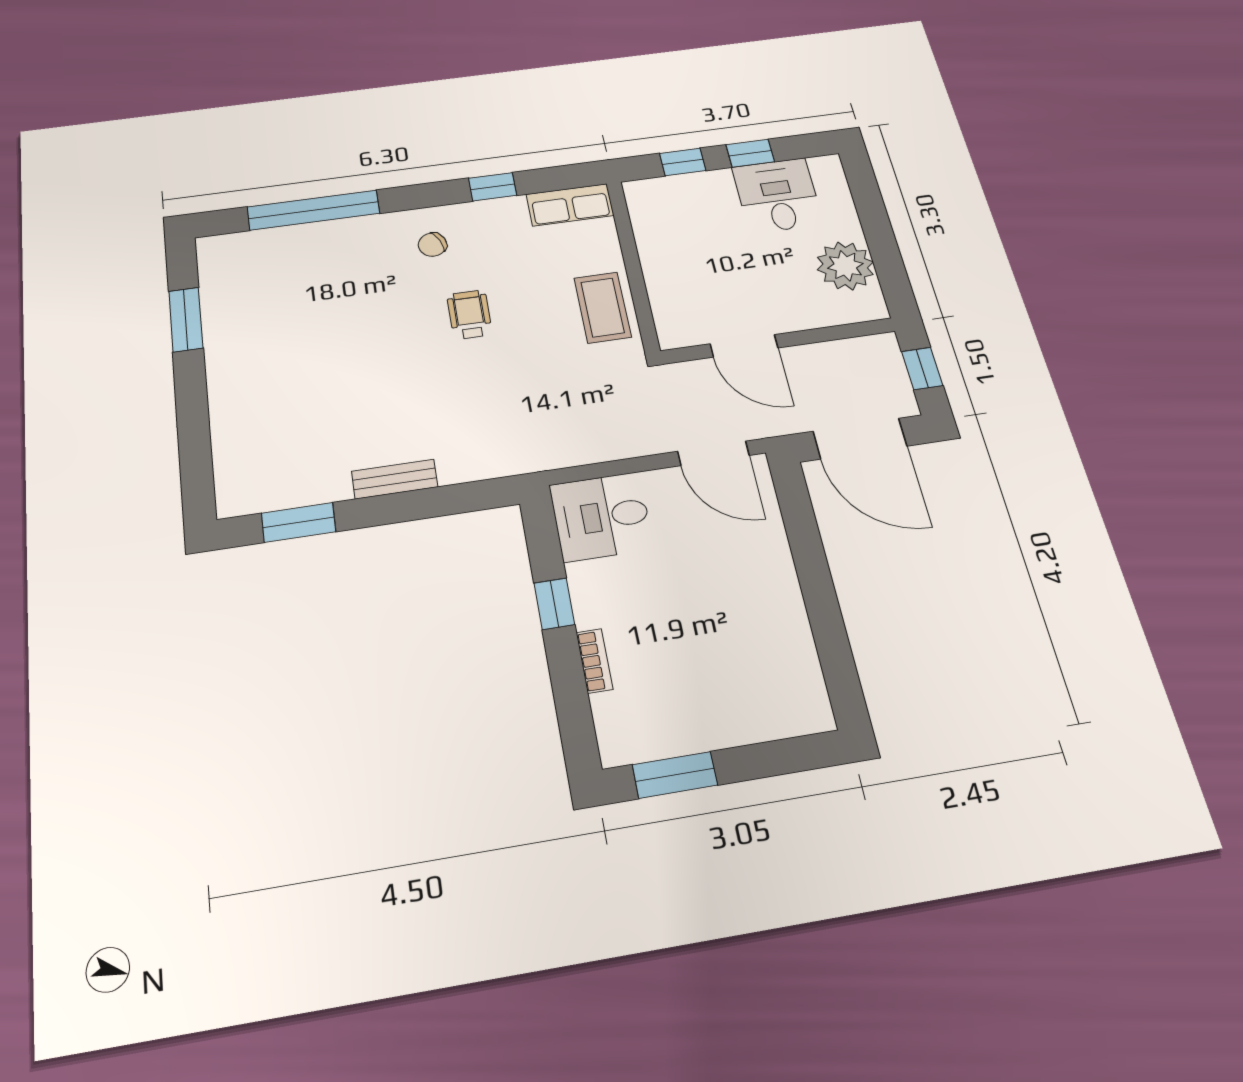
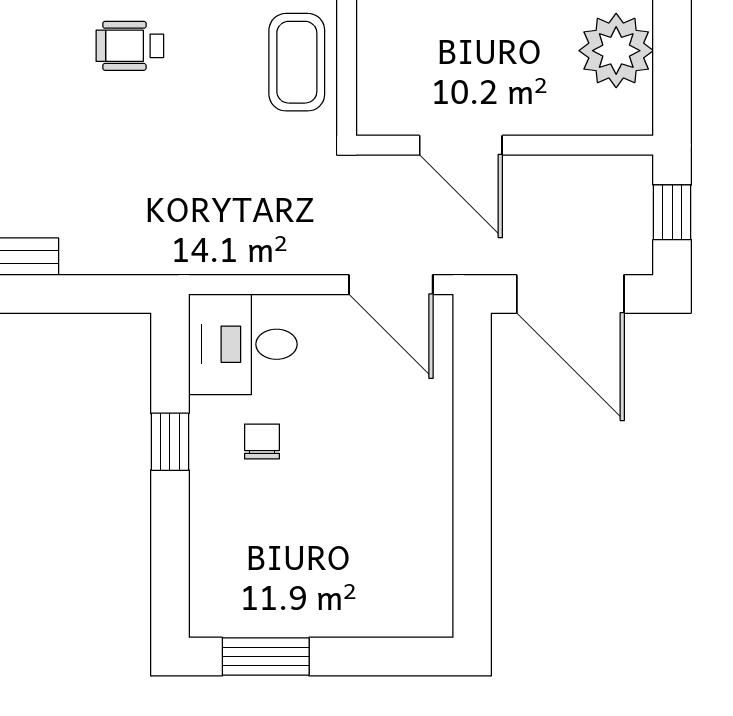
wheelchair: (469, 315) -> (130, 46), turned -90
chair: (633, 591) -> (262, 442), added
bookcase: (594, 661) -> (203, 516), removed

